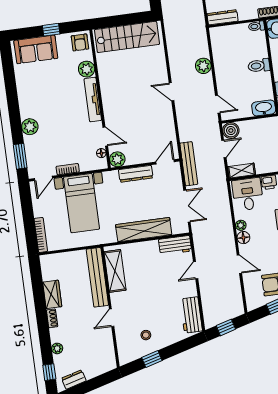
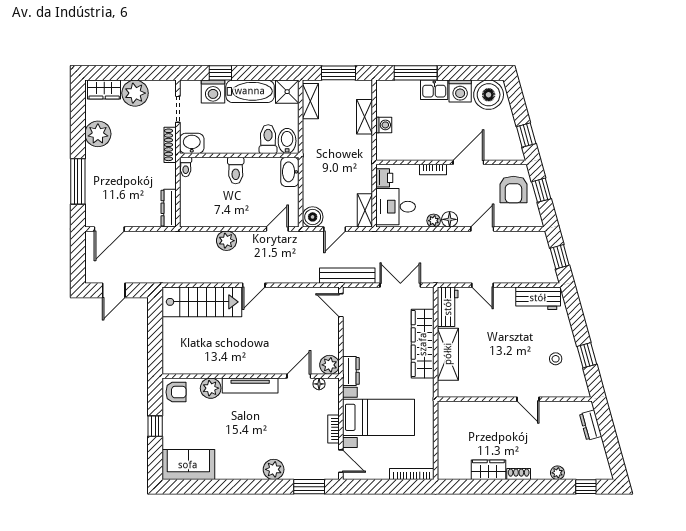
stairs: (127, 37) -> (202, 302), moved, turned 90
sofa: (36, 49) -> (188, 465), moved, turned -90
door: (224, 149) -> (335, 229), swing flipped
dresser: (136, 174) -> (351, 371), moved, width x0.70
shelving: (115, 271) -> (448, 354), moved, turned 90
bench: (97, 277) -> (475, 410), removed
dresser: (74, 380) -> (591, 425), moved

